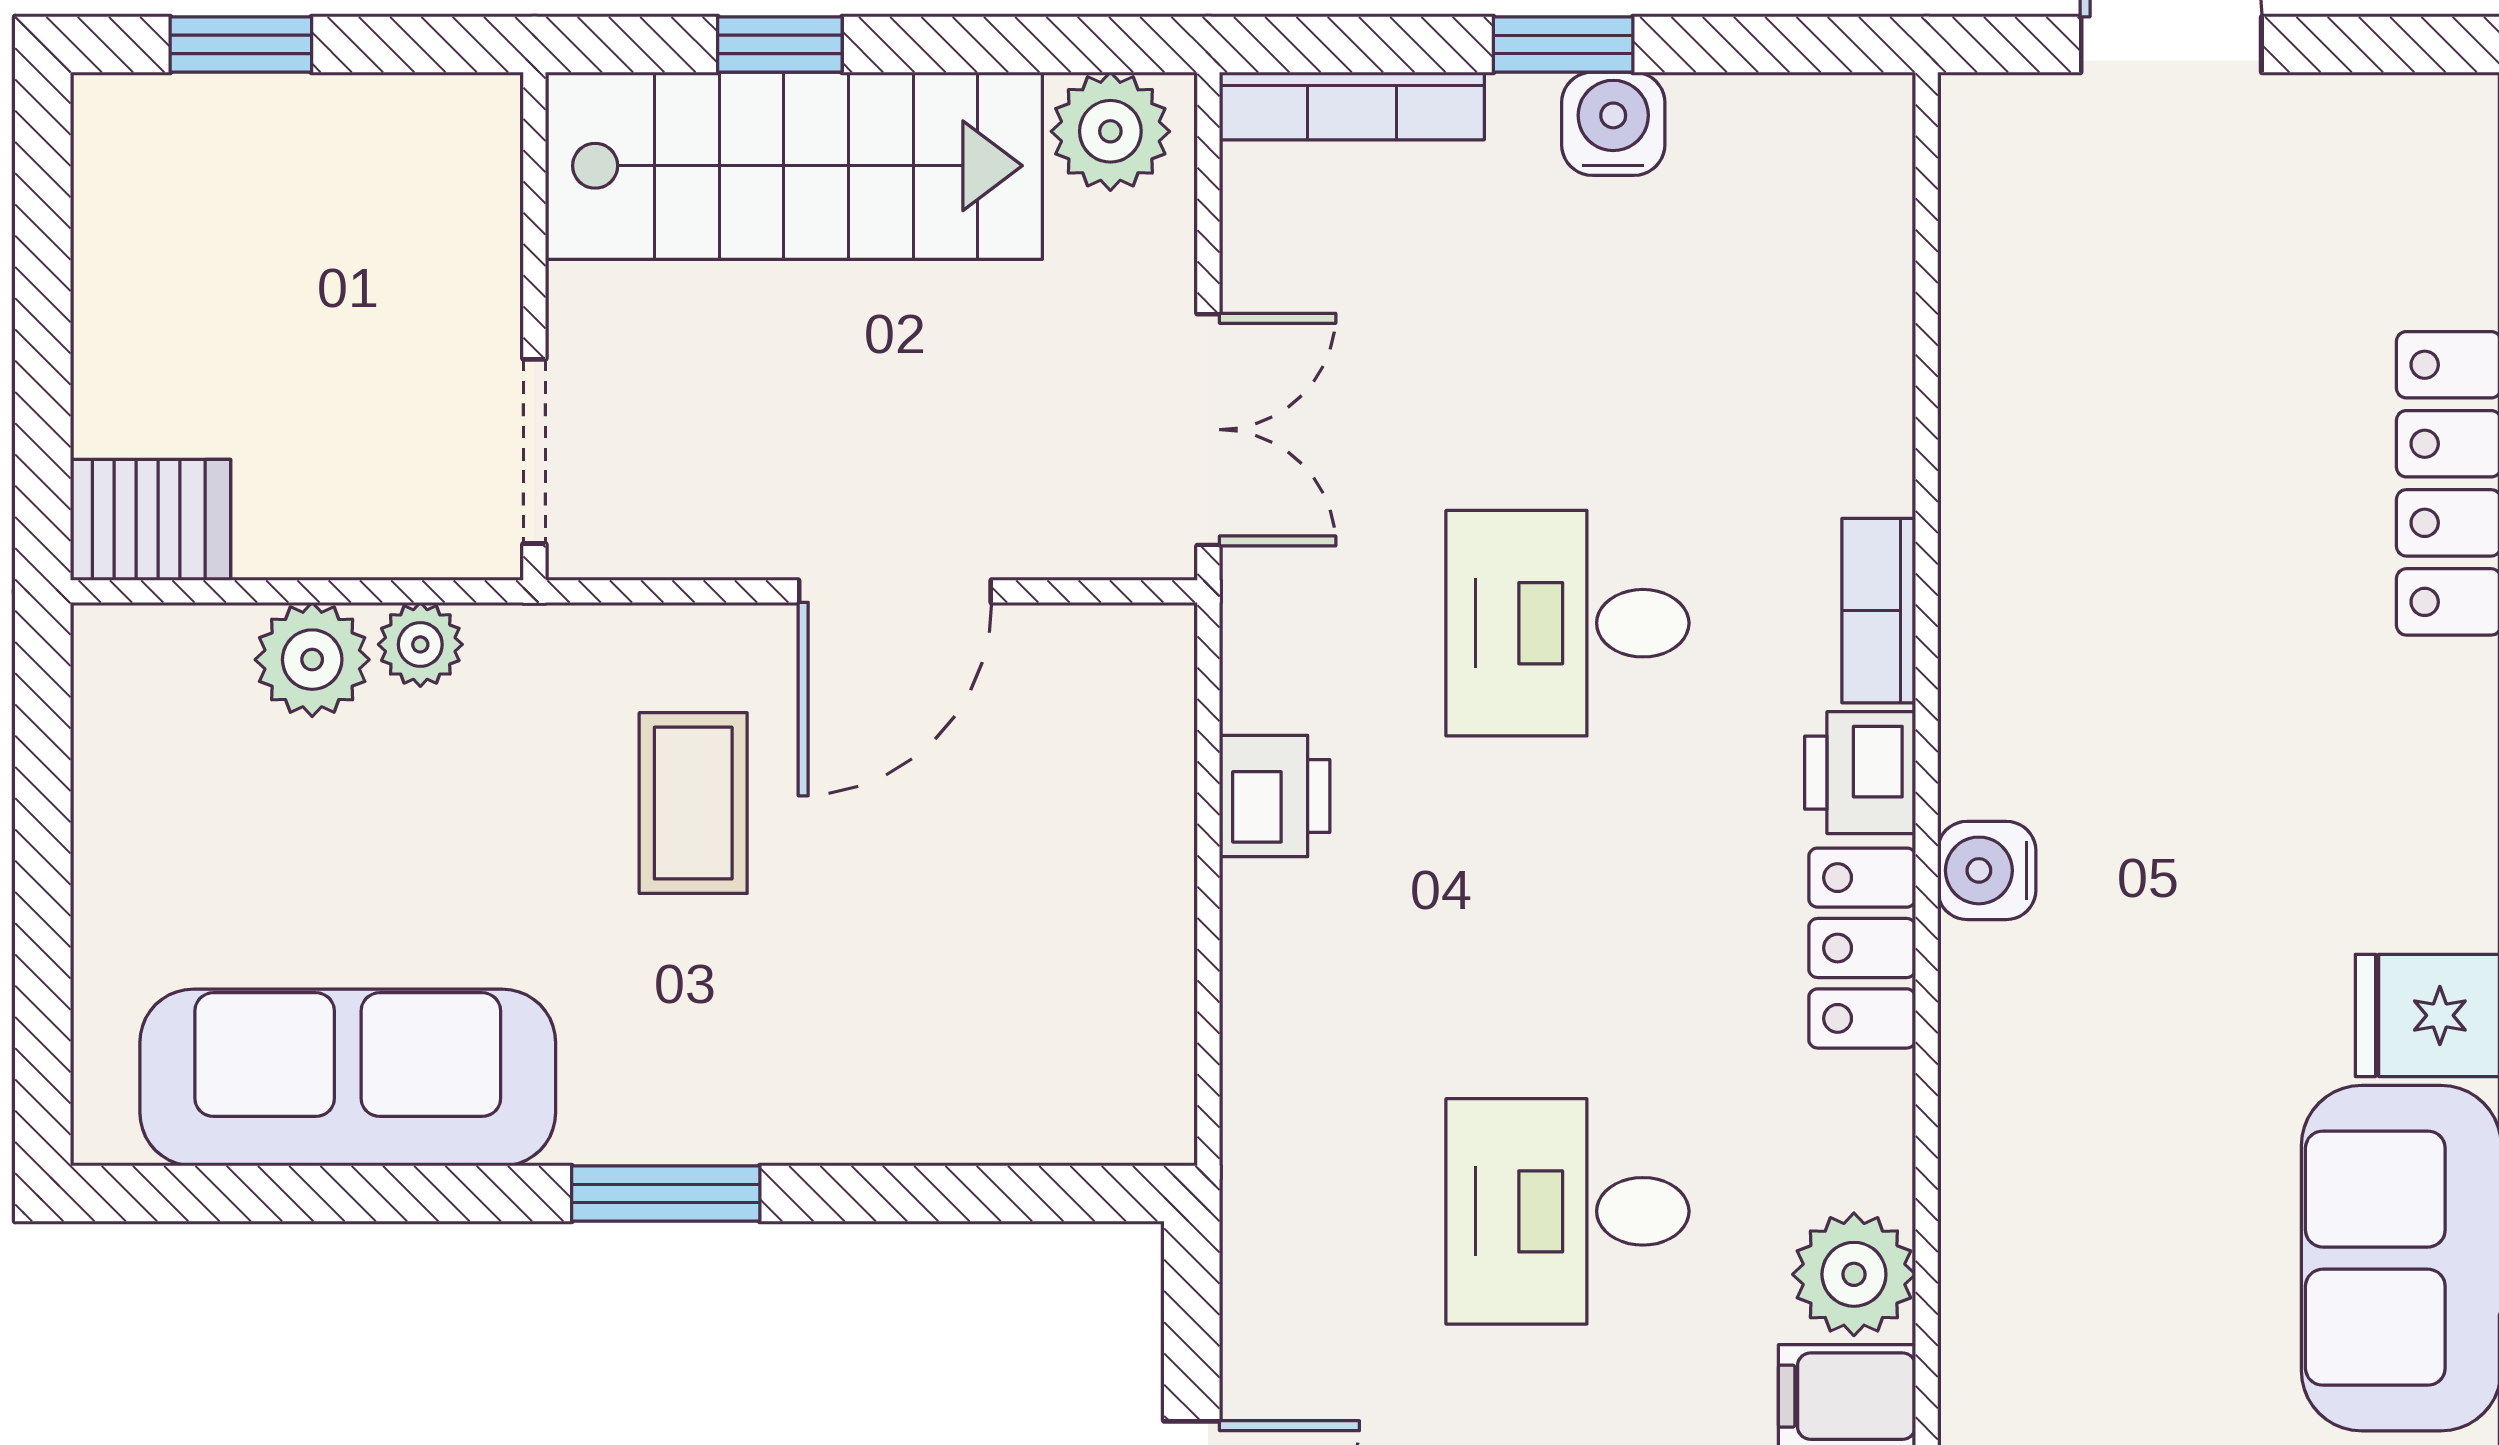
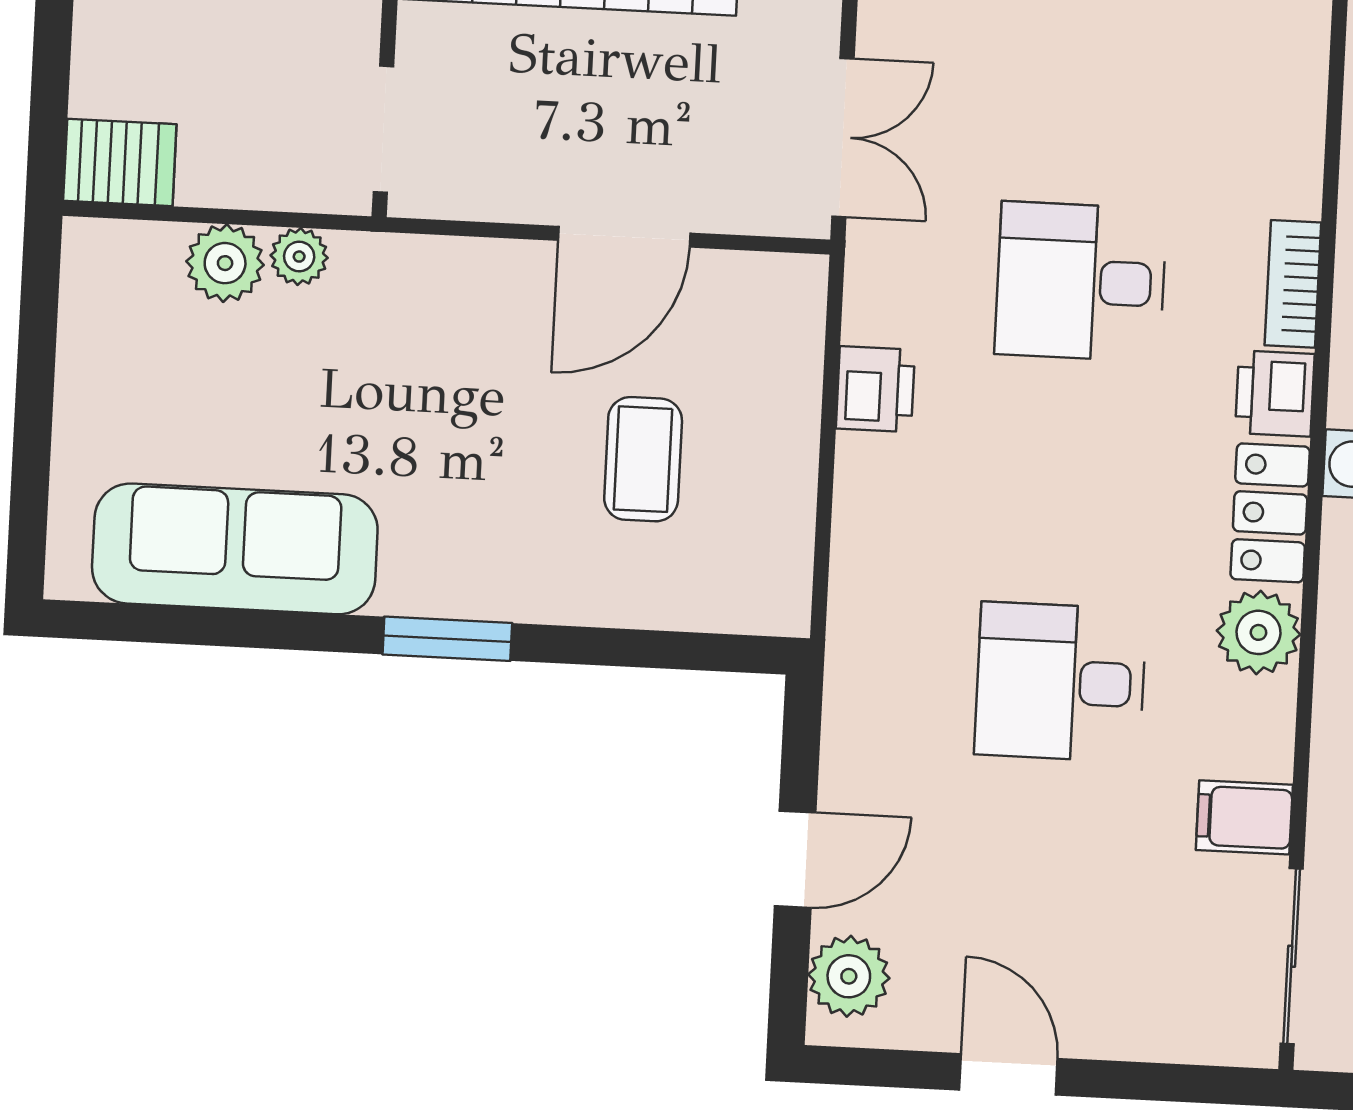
coffee table: (693, 803) -> (643, 459), moved
plant: (1854, 1274) -> (1258, 632), moved

